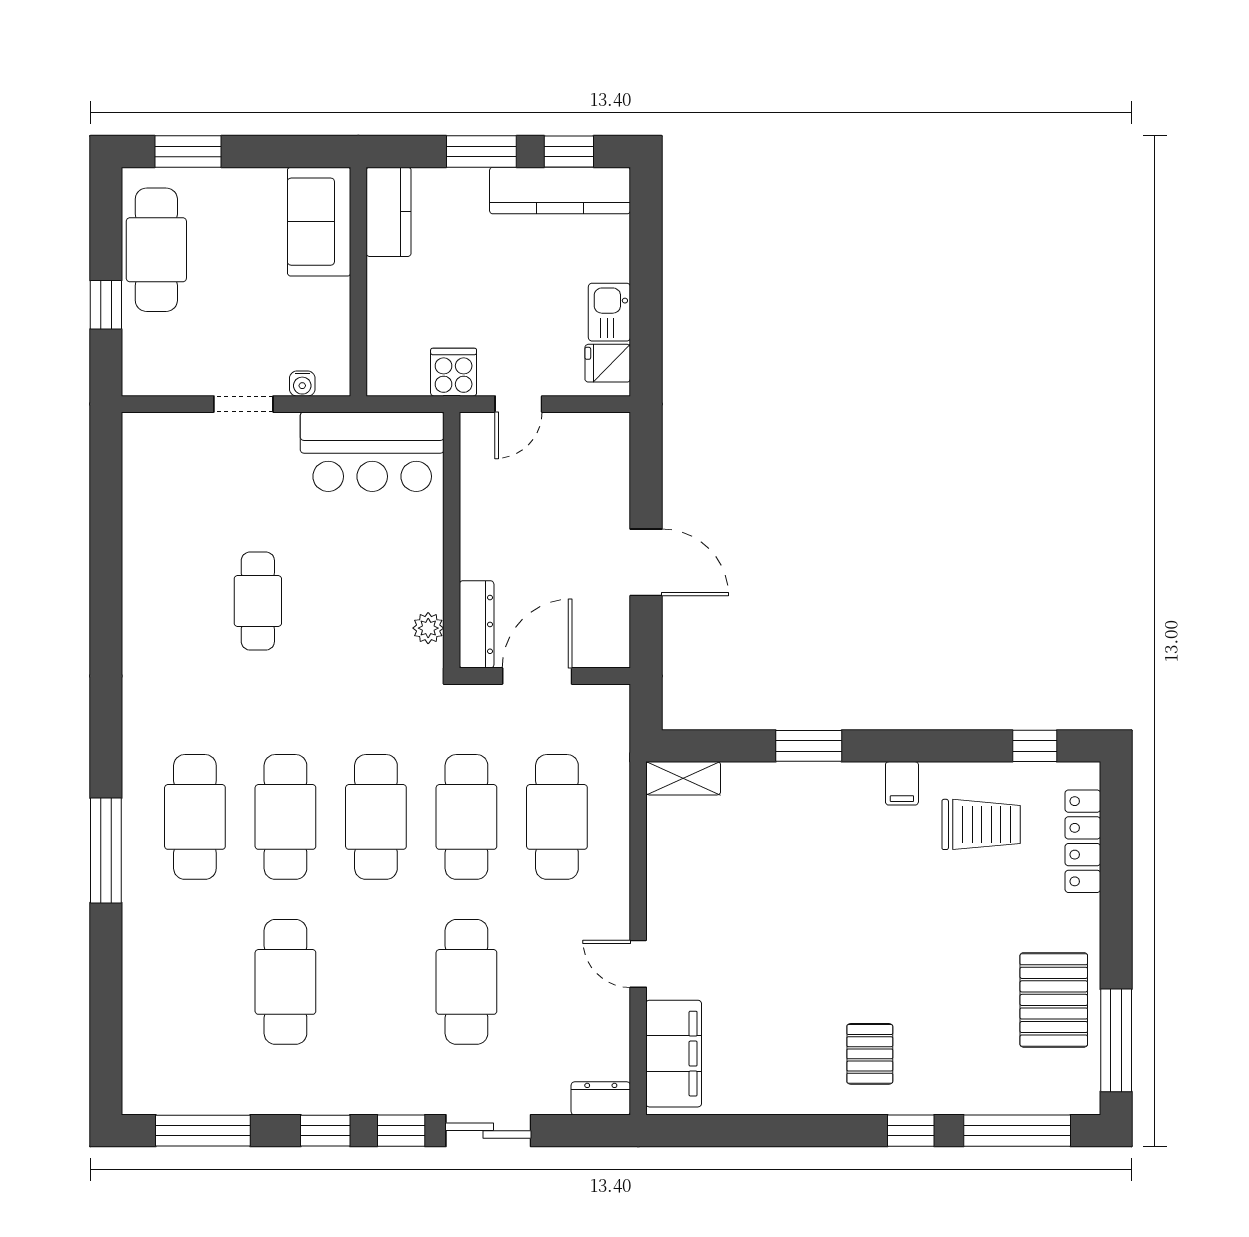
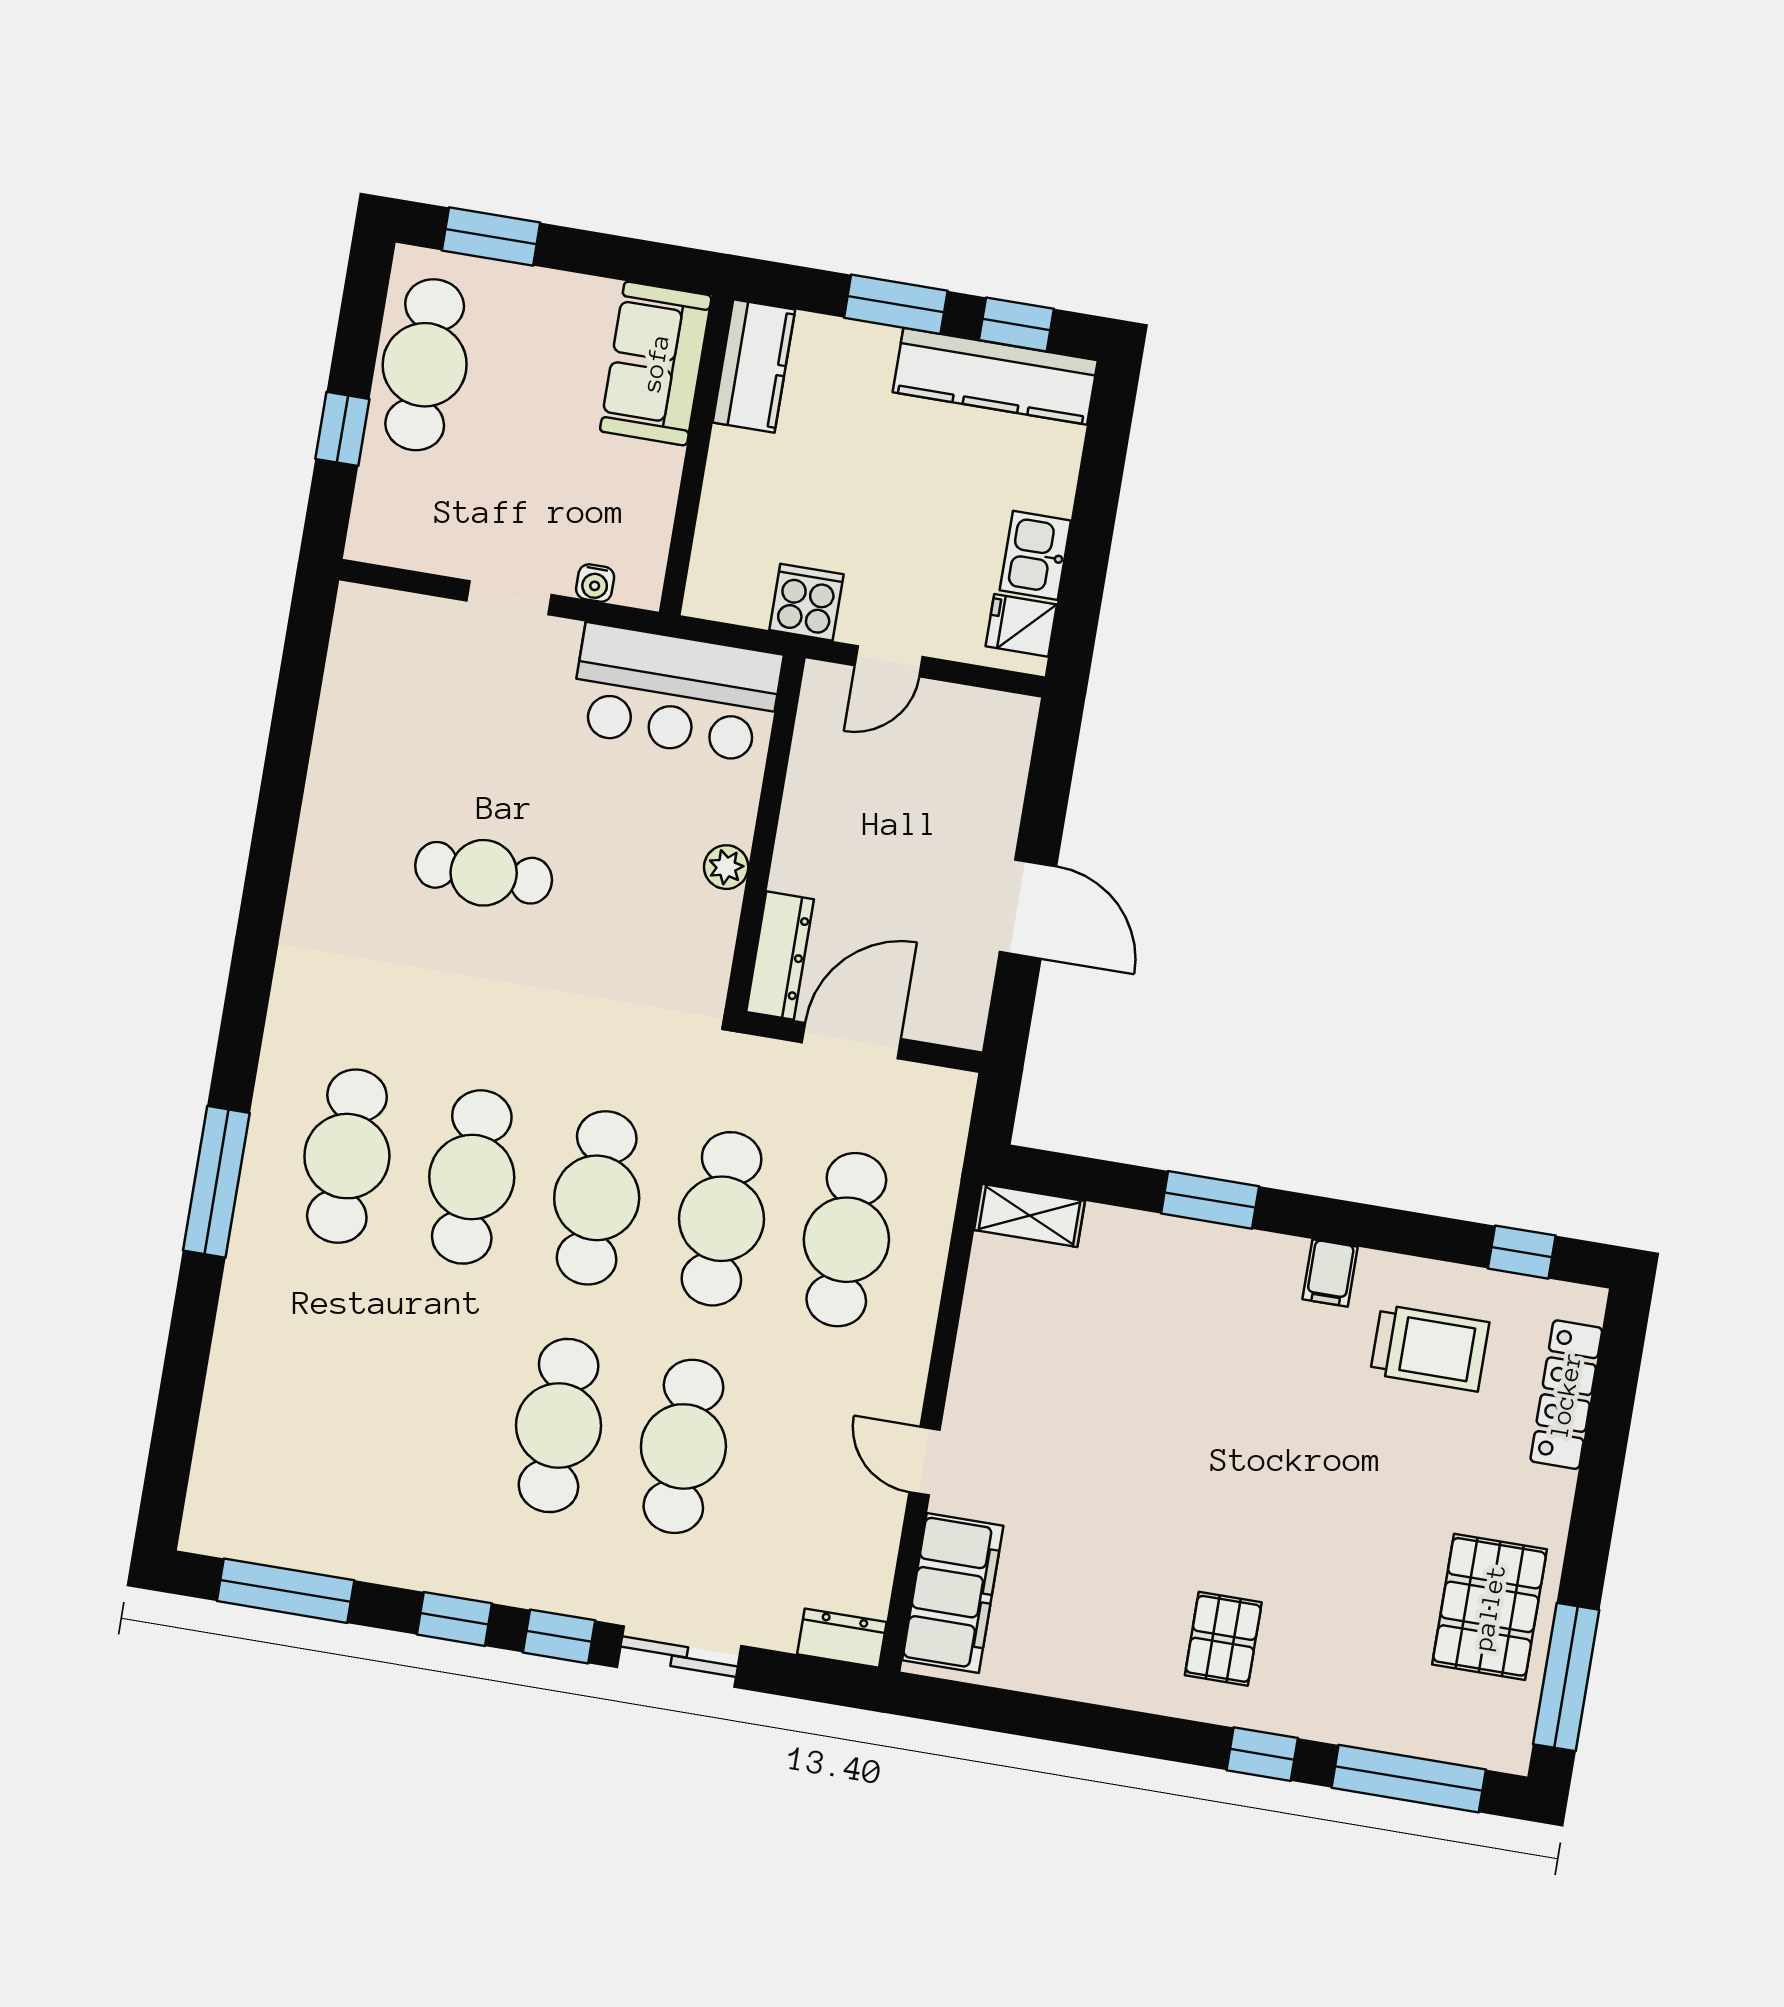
cafe table: (258, 601) -> (484, 873), turned 90
plant: (428, 628) -> (726, 867), moved
cafe table: (285, 982) -> (559, 1426), moved

